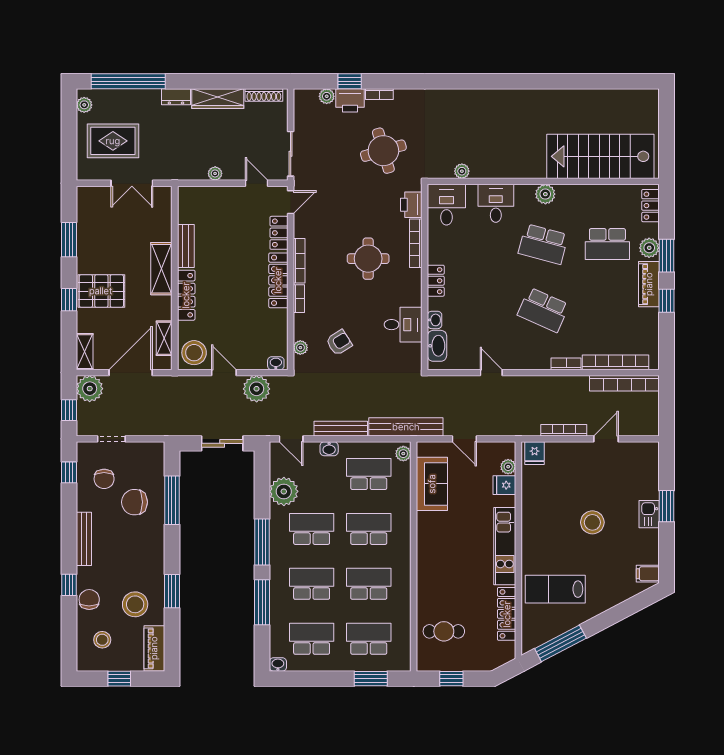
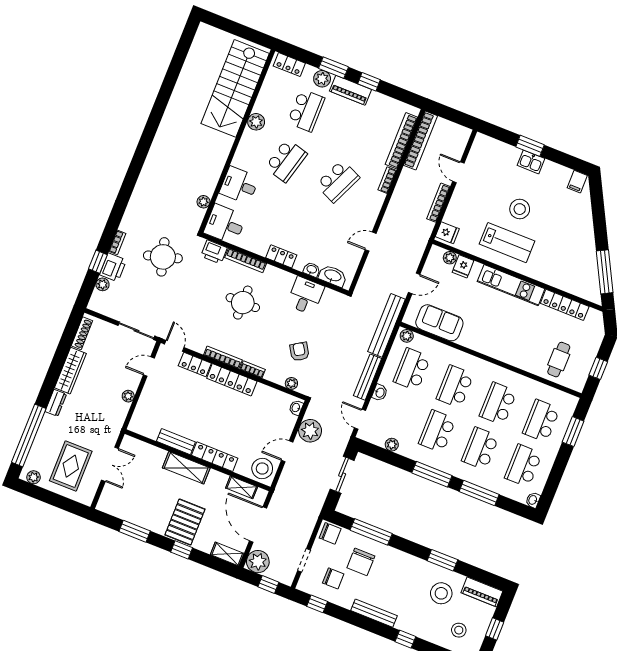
plant: (545, 194) -> (256, 122), moved
door: (291, 439) -> (360, 419), swing flipped
plant: (284, 491) -> (392, 445), width x0.53, depth x0.53
lab bench: (555, 589) -> (507, 243), moved, turned -90
chair: (89, 599) -> (330, 533), moved, turned 180

